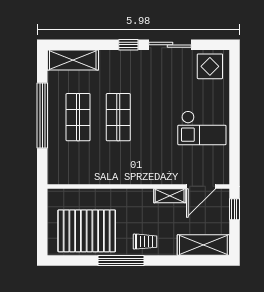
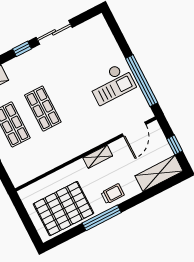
display table: (210, 66) -> (93, 33), removed
window: (234, 141) -> (142, 81), added
shelving: (170, 196) -> (98, 157), moved
window: (234, 209) -> (175, 145), moved

